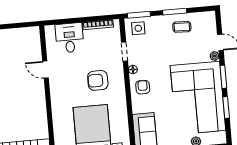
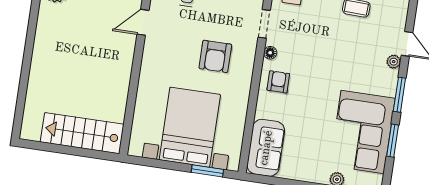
door: (45, 70) -> (143, 22), hinge flipped
armchair: (98, 80) -> (215, 56), turned -90
corner sofa: (198, 98) -> (363, 132), width x0.73, depth x0.74

